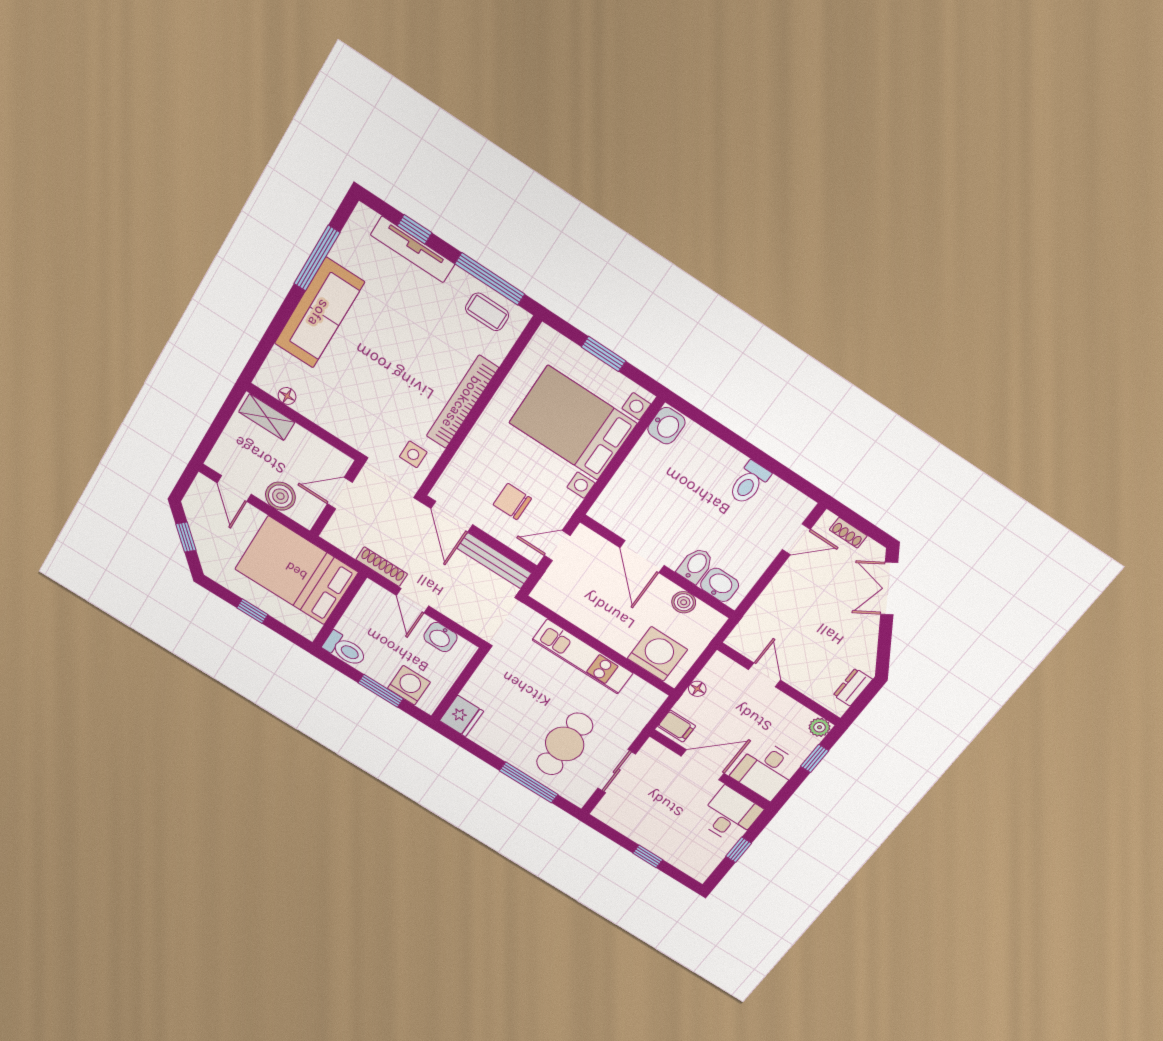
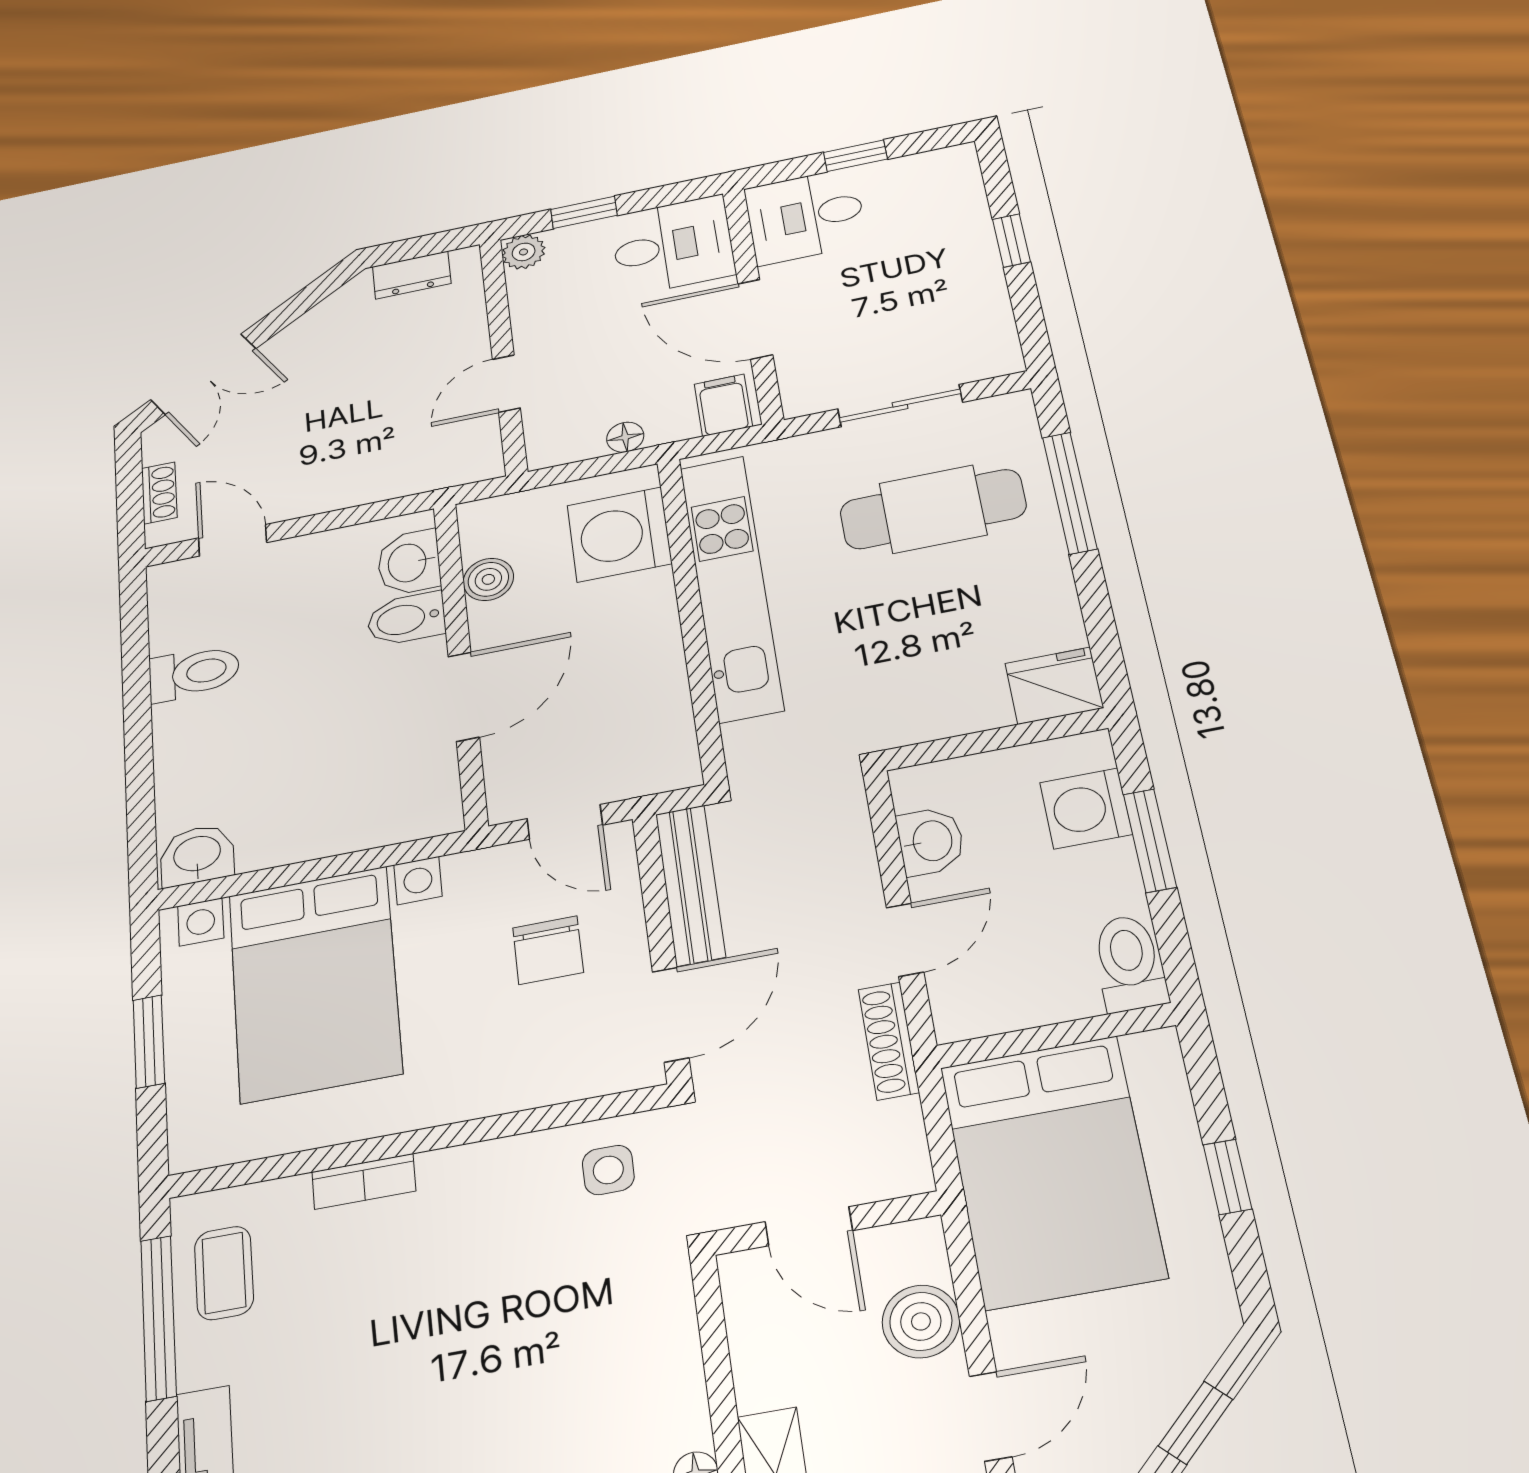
bookcase: (462, 402) -> (364, 1181), width x0.43, depth x0.76
kitchen unit: (583, 657) -> (731, 587), width x1.36

